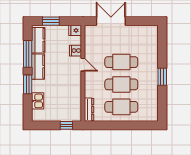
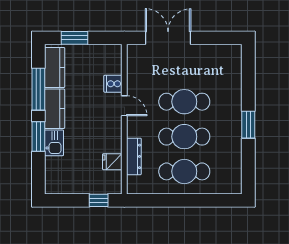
fridge: (75, 30) -> (112, 162), moved
kitchen sink: (38, 101) -> (54, 143), moved
dresser: (89, 110) -> (134, 156), moved

